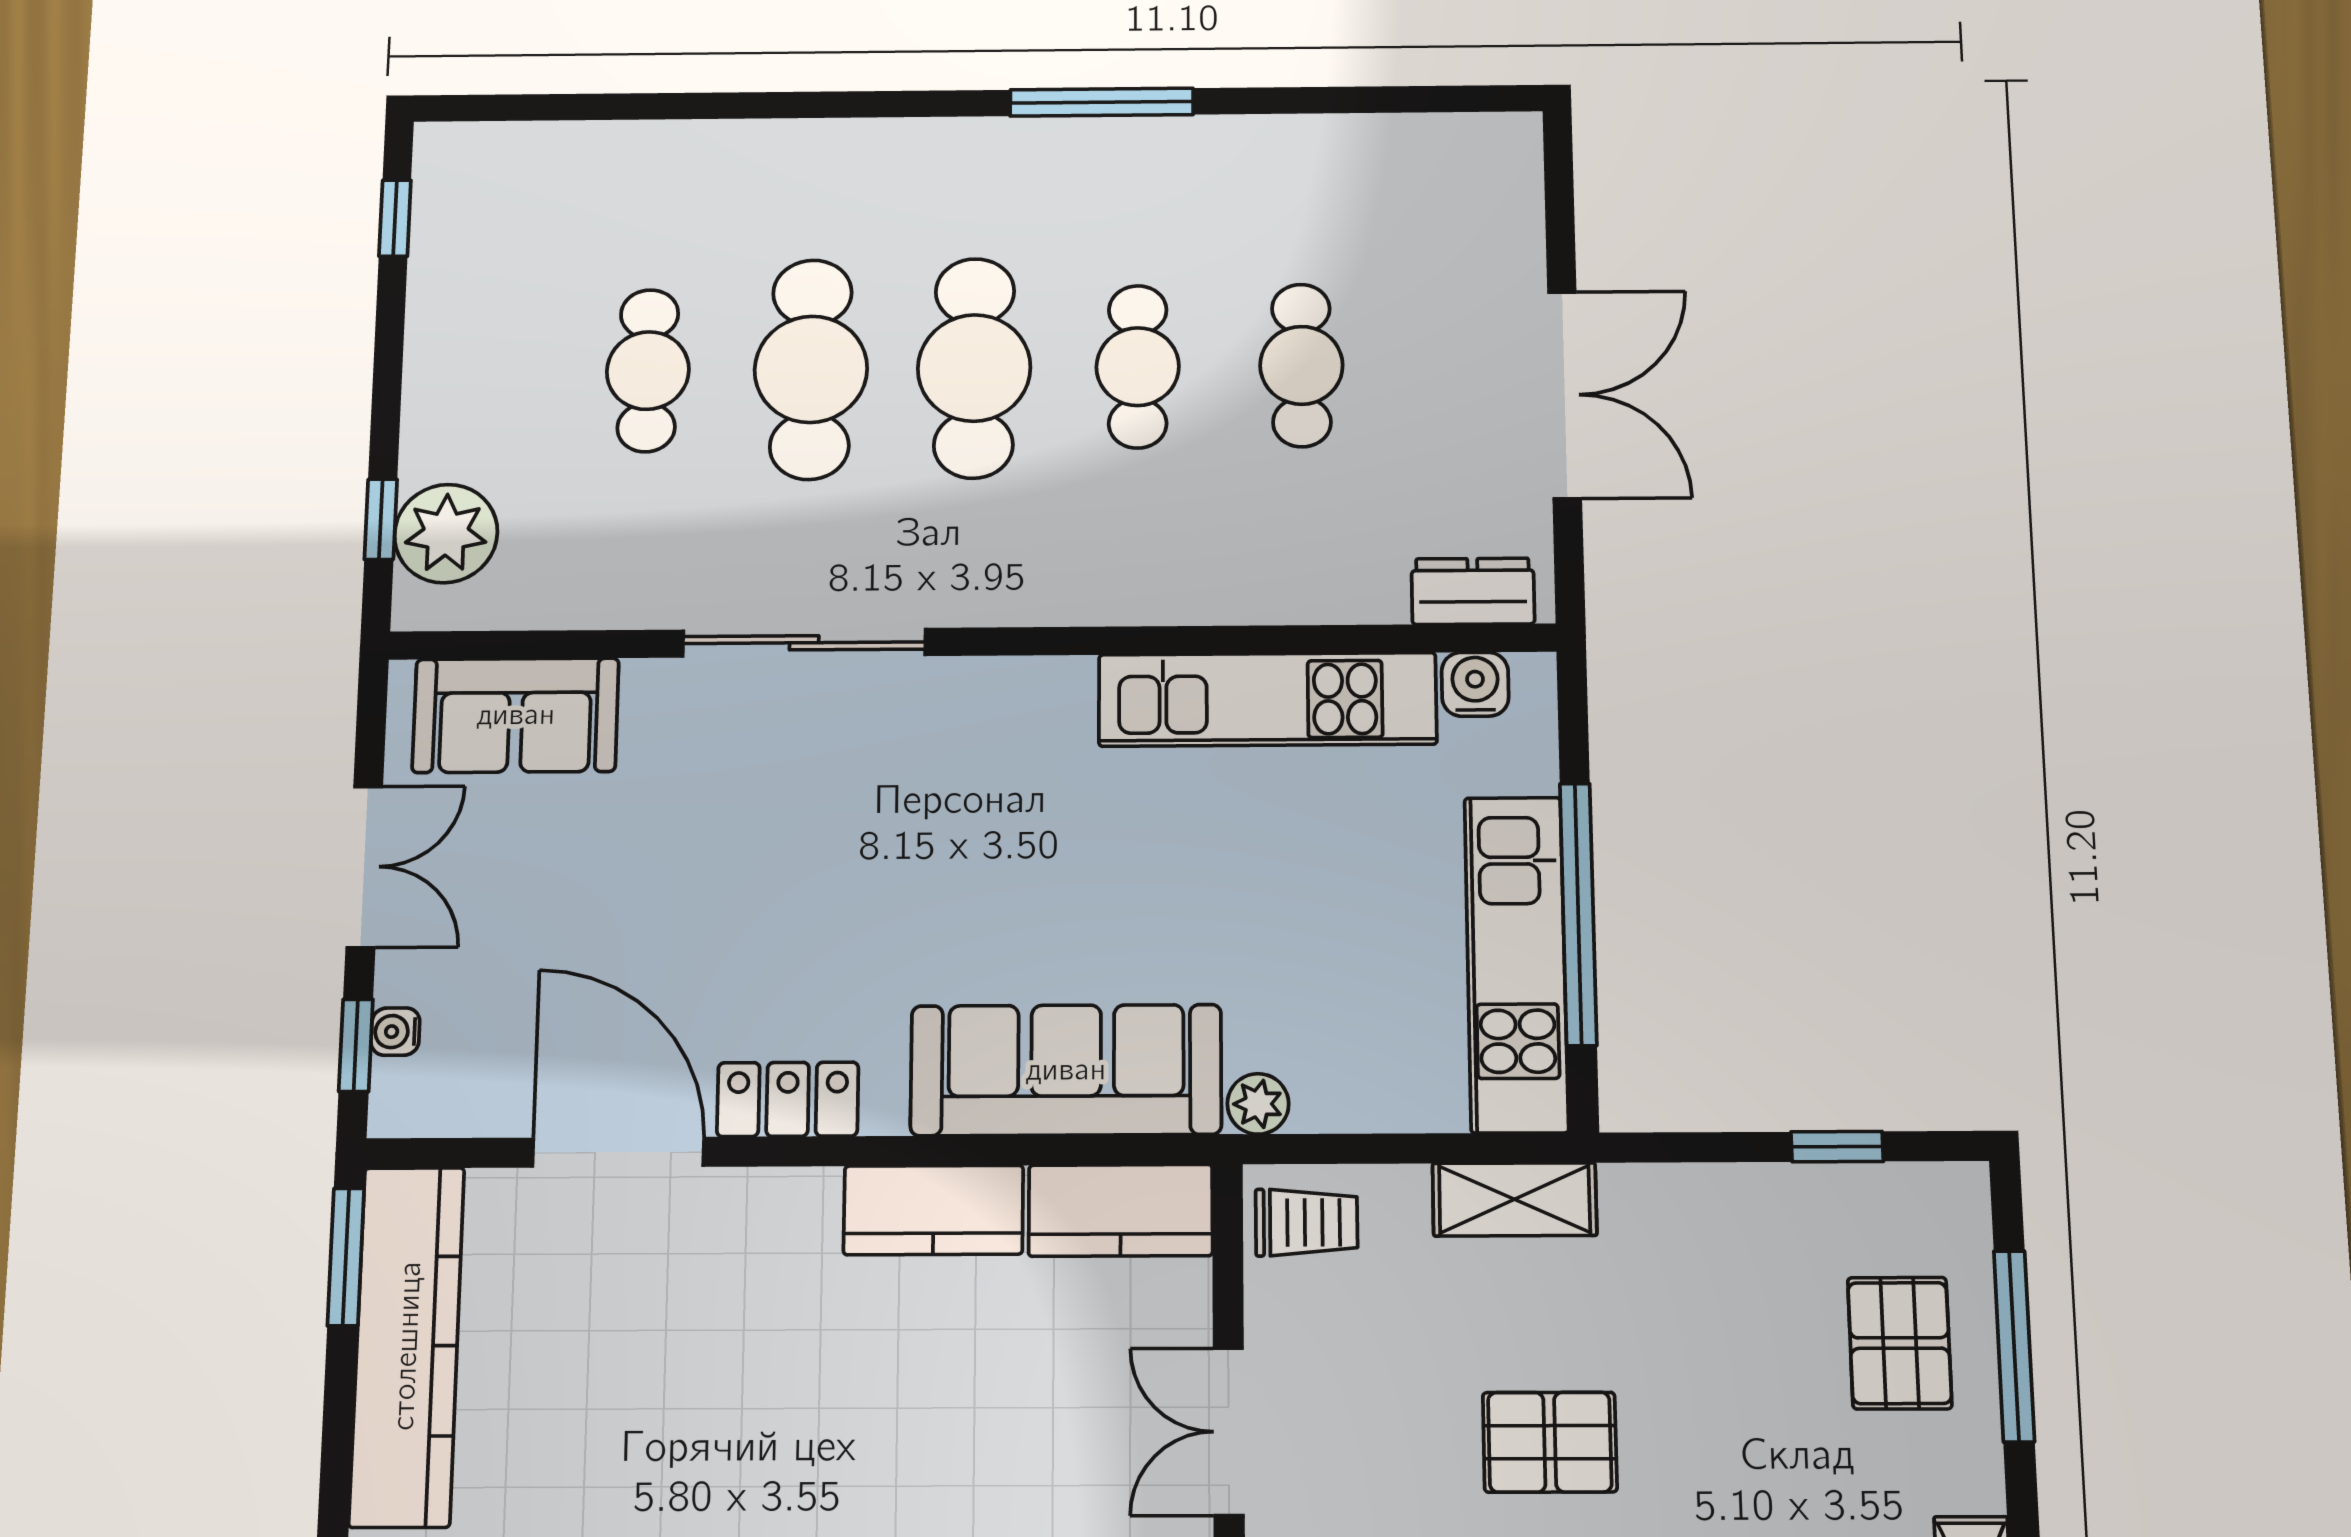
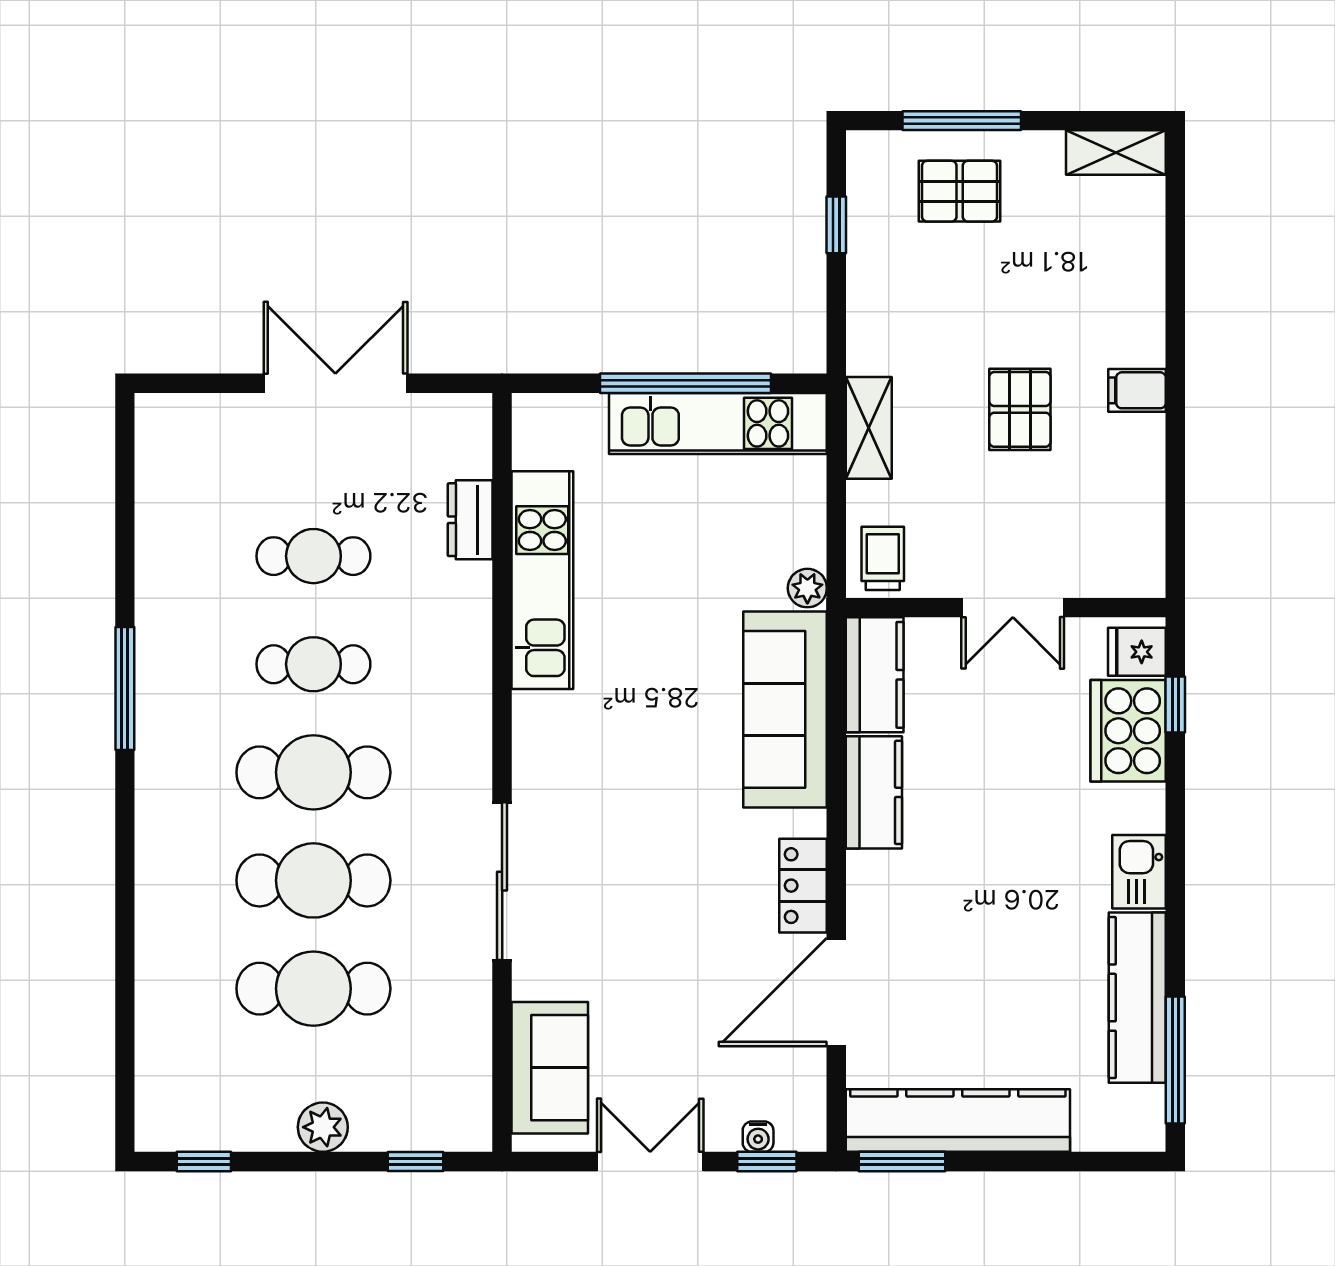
cafe table: (648, 371) -> (313, 989), width x1.37, depth x1.35
plant: (446, 534) -> (323, 1127), moved, width x0.73, depth x0.73
dresser: (1473, 591) -> (470, 520), moved
water cooler: (1475, 684) -> (533, 446), removed

